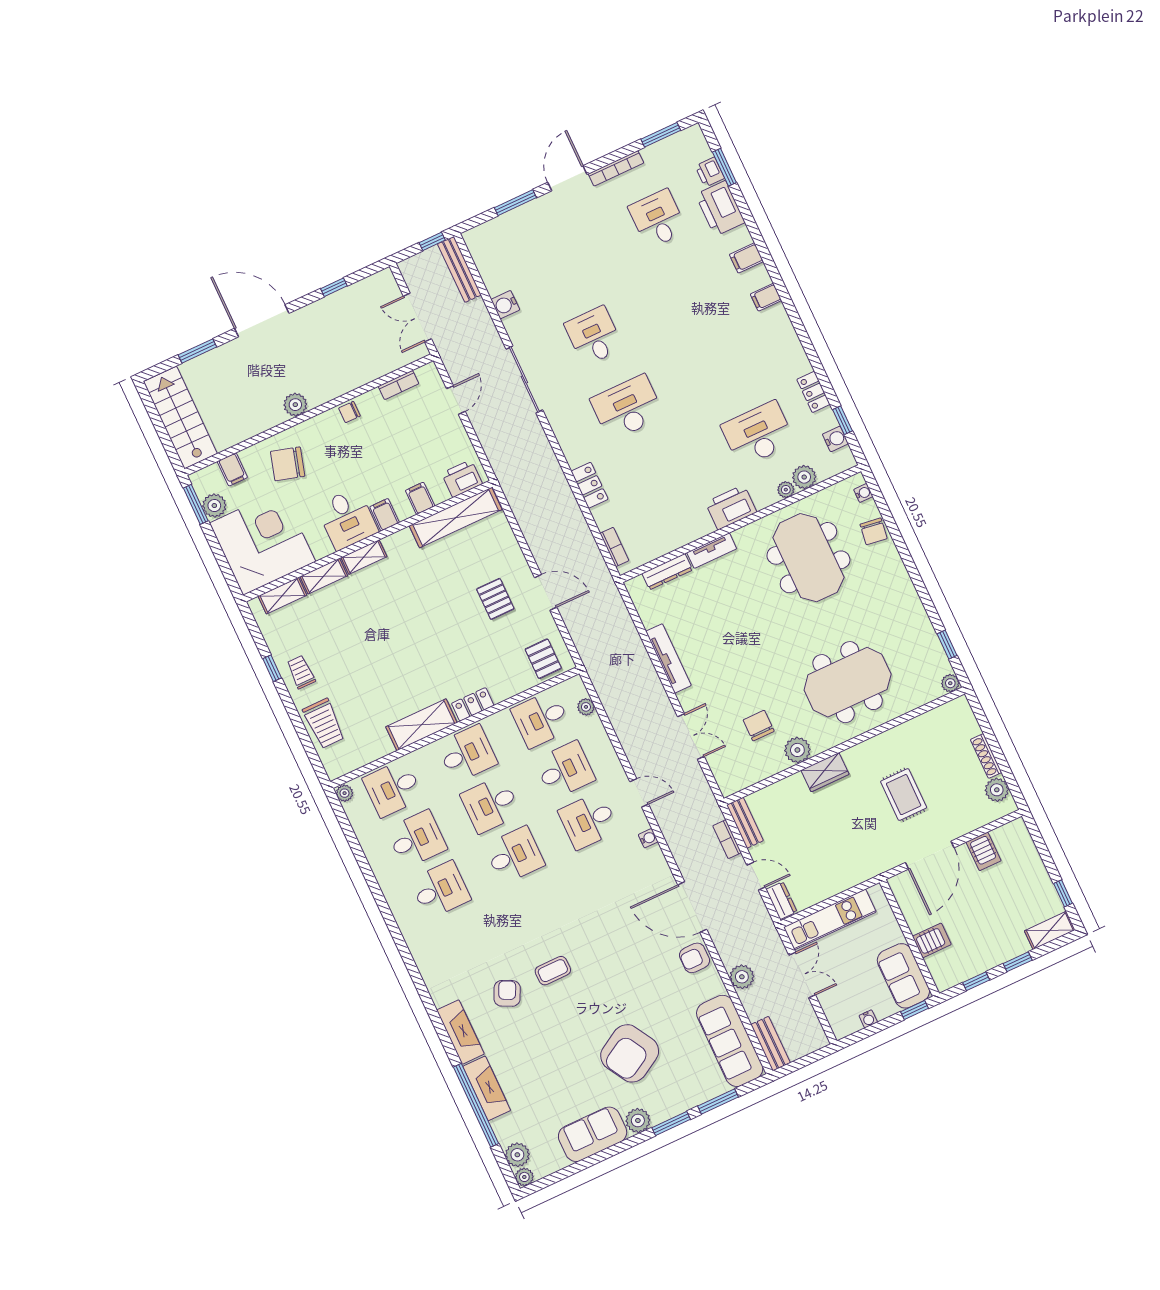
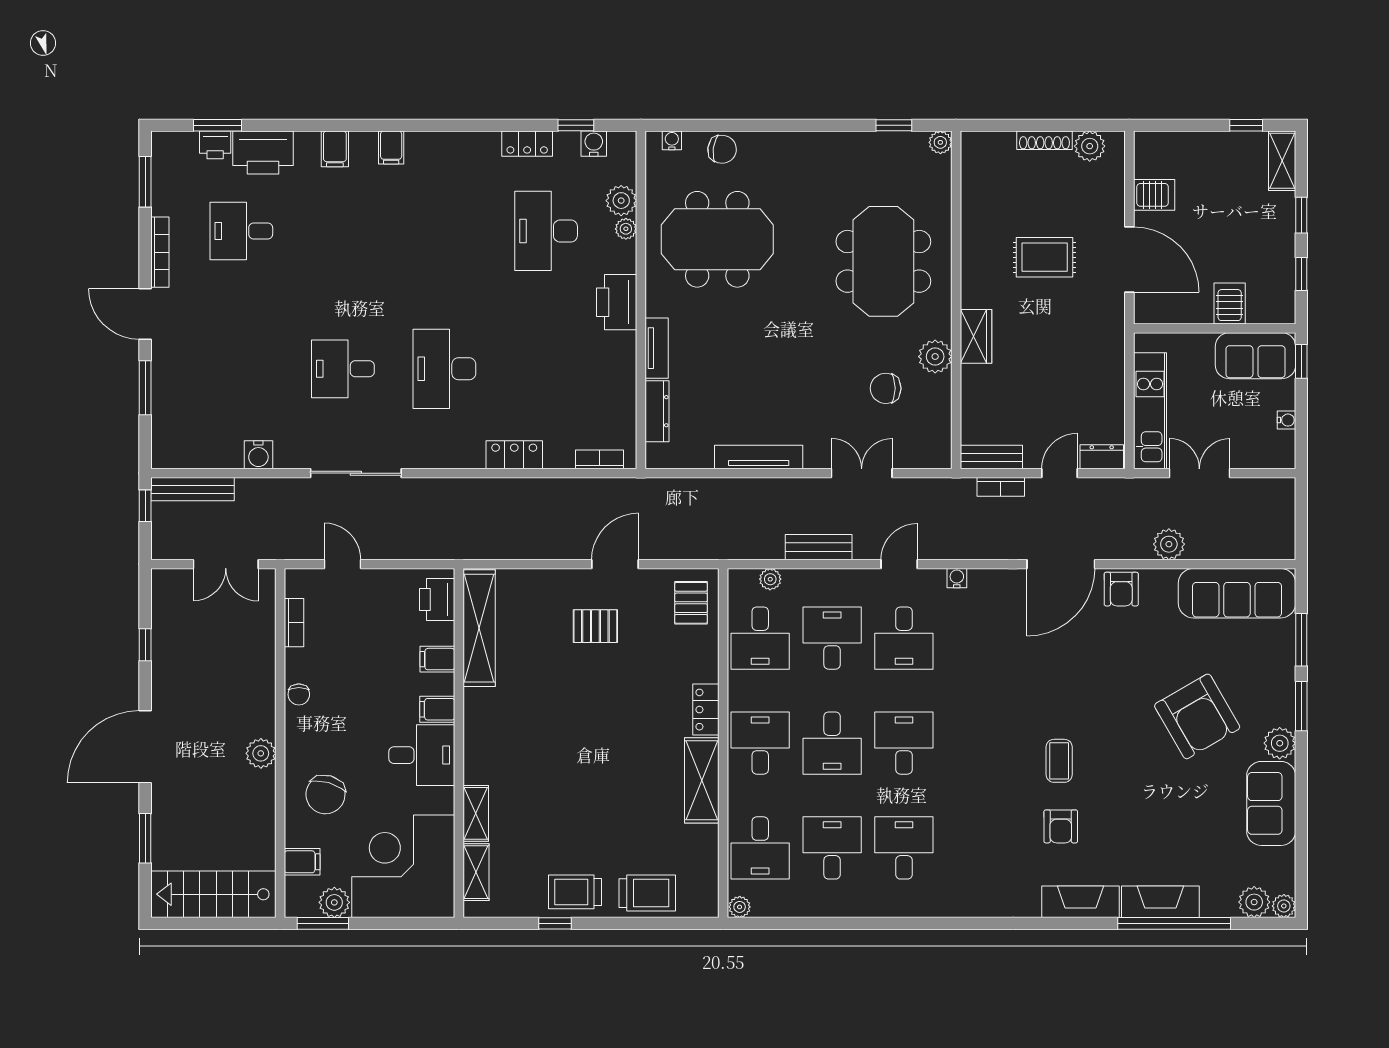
shelving: (364, 557) -> (475, 756), removed
pallet: (543, 659) -> (691, 603), turned 90
trolley: (301, 672) -> (575, 892), width x1.36, depth x1.39
armchair: (507, 993) -> (1061, 826), turned -116
bench: (771, 1044) -> (819, 547), moved

